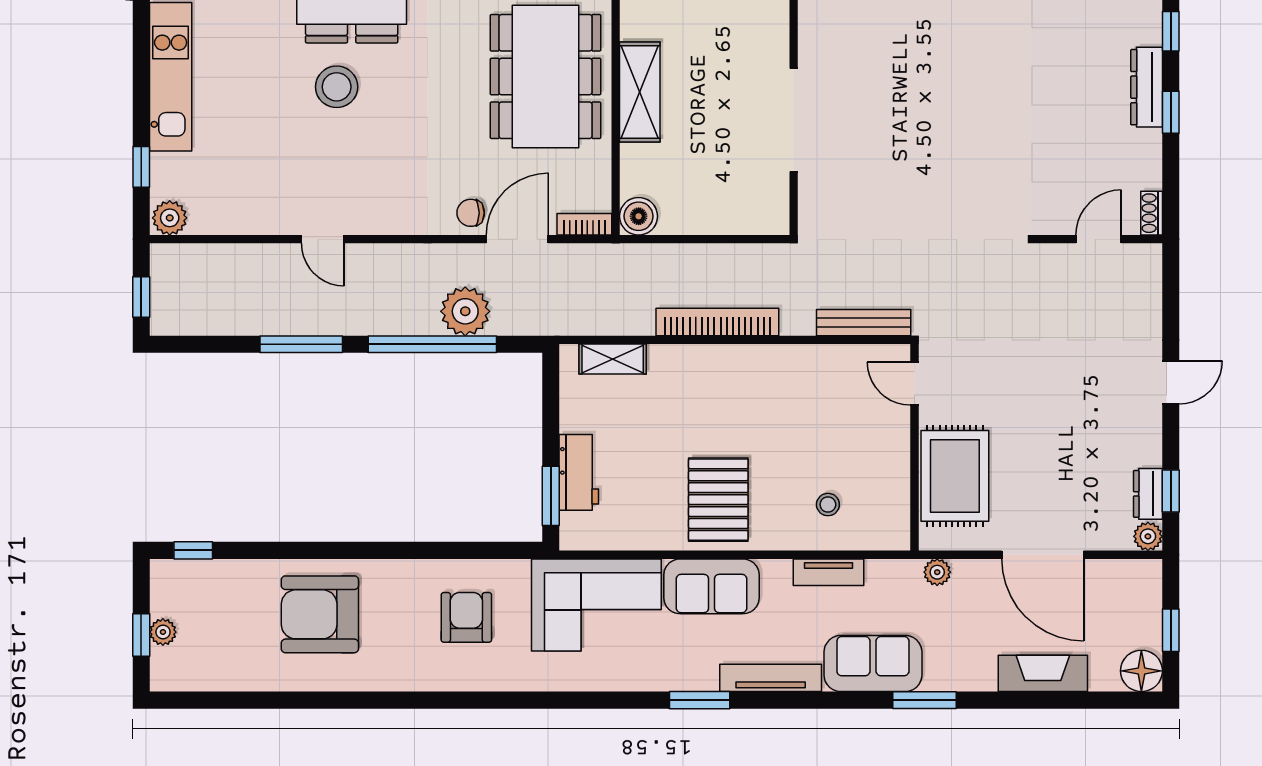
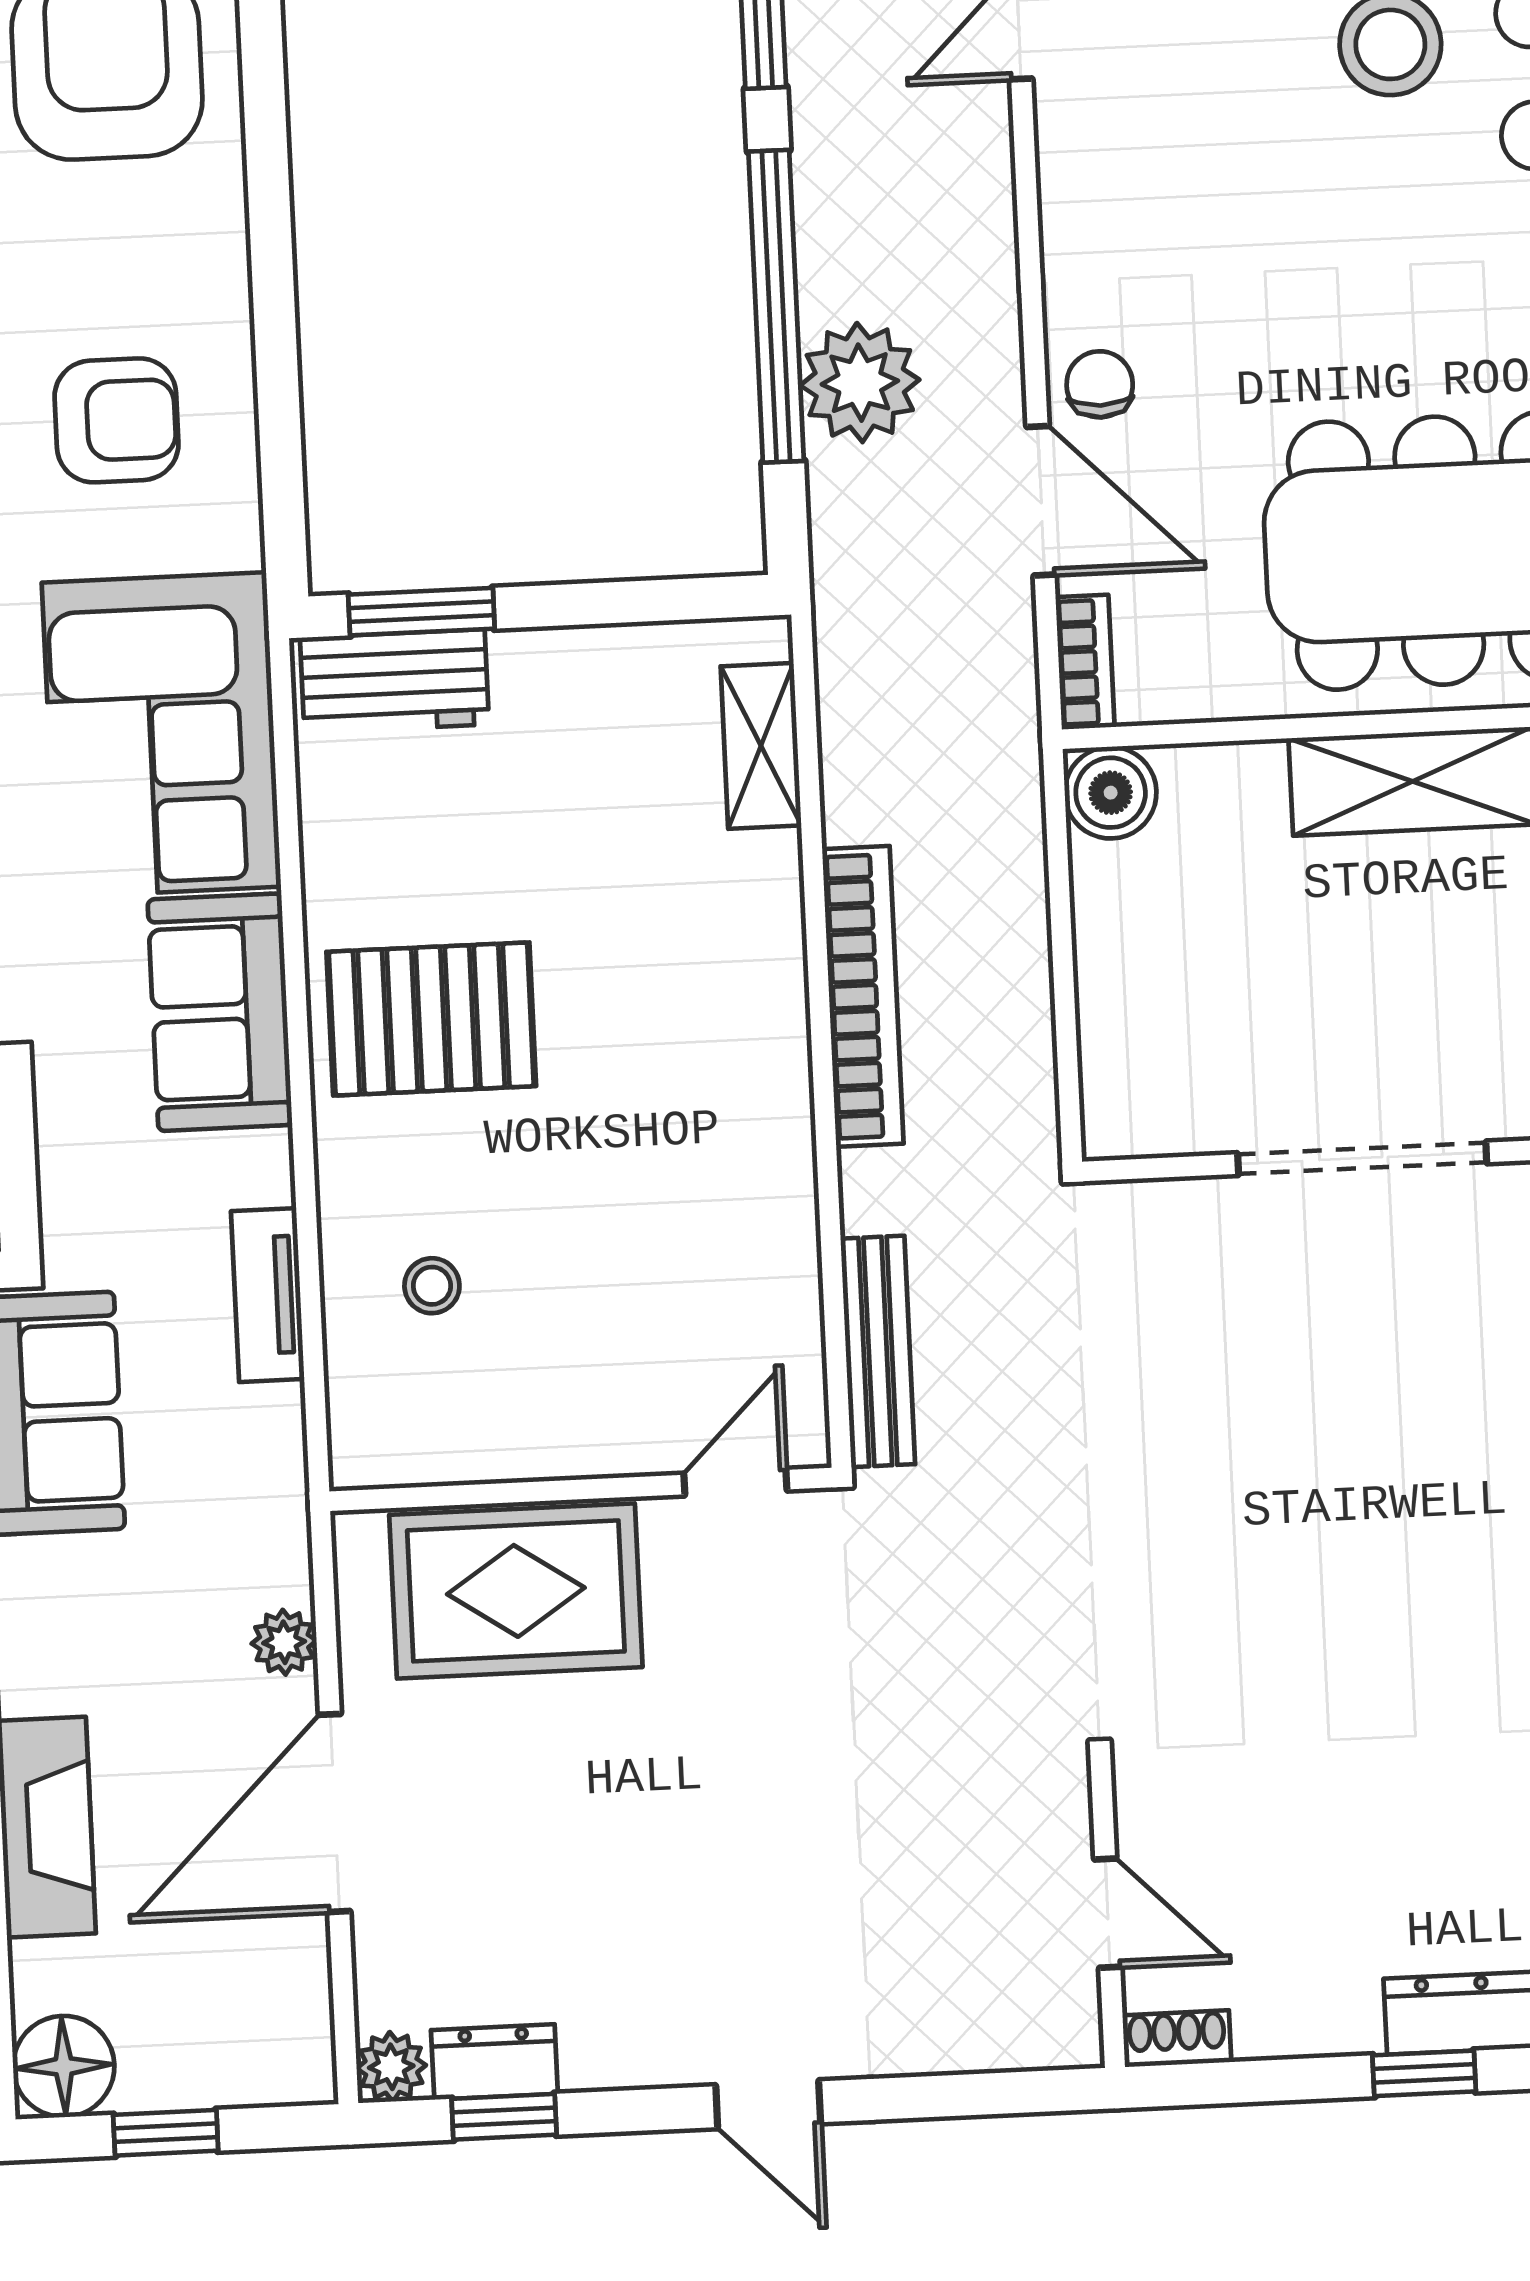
workbench: (579, 472) -> (394, 681), moved
plant: (937, 572) -> (284, 1642), moved

